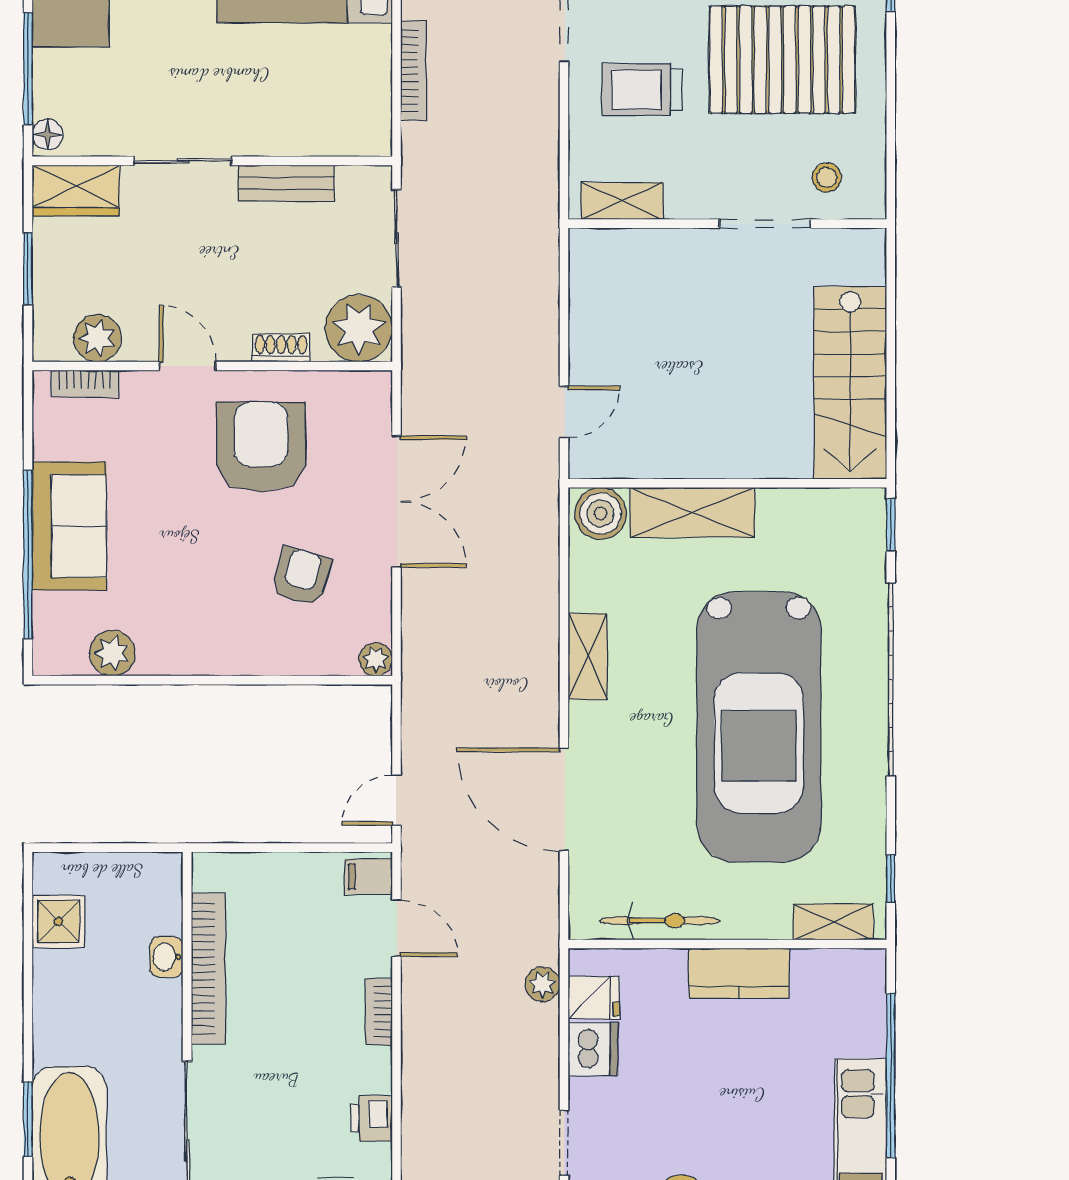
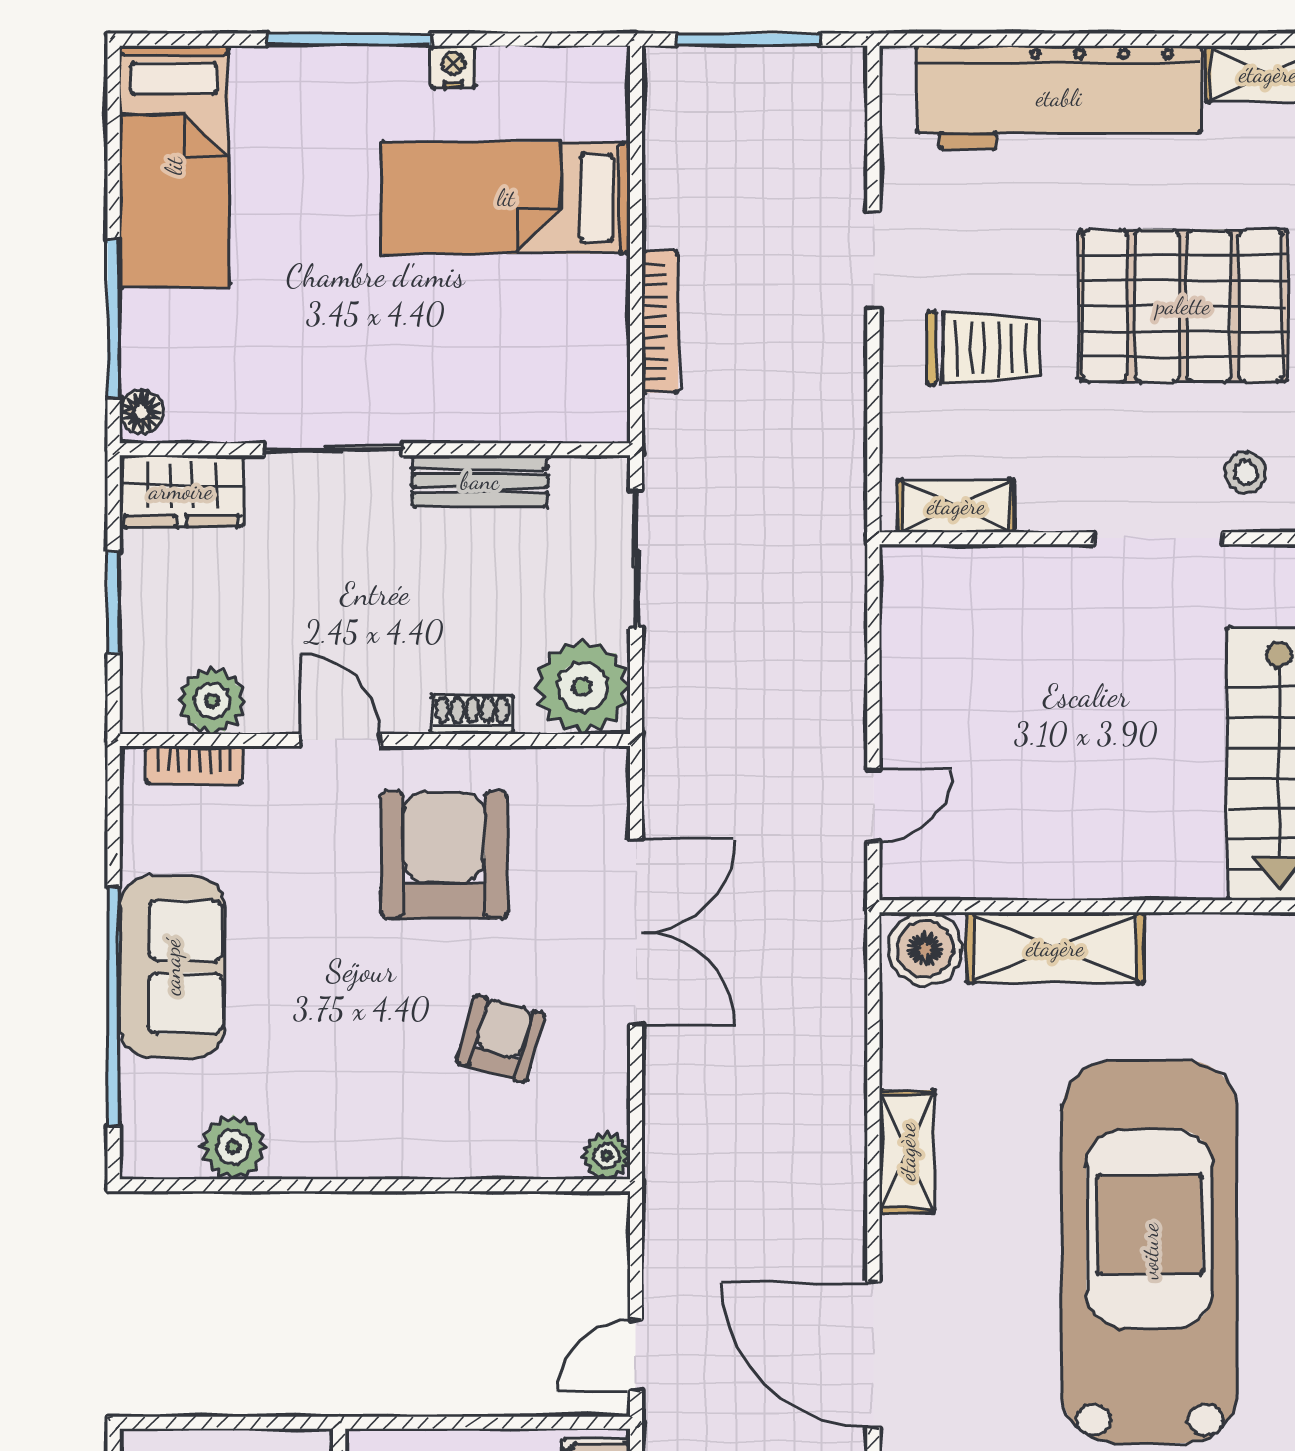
trolley: (642, 89) -> (984, 348), turned 180
car: (759, 727) -> (1150, 1251), turned 180

